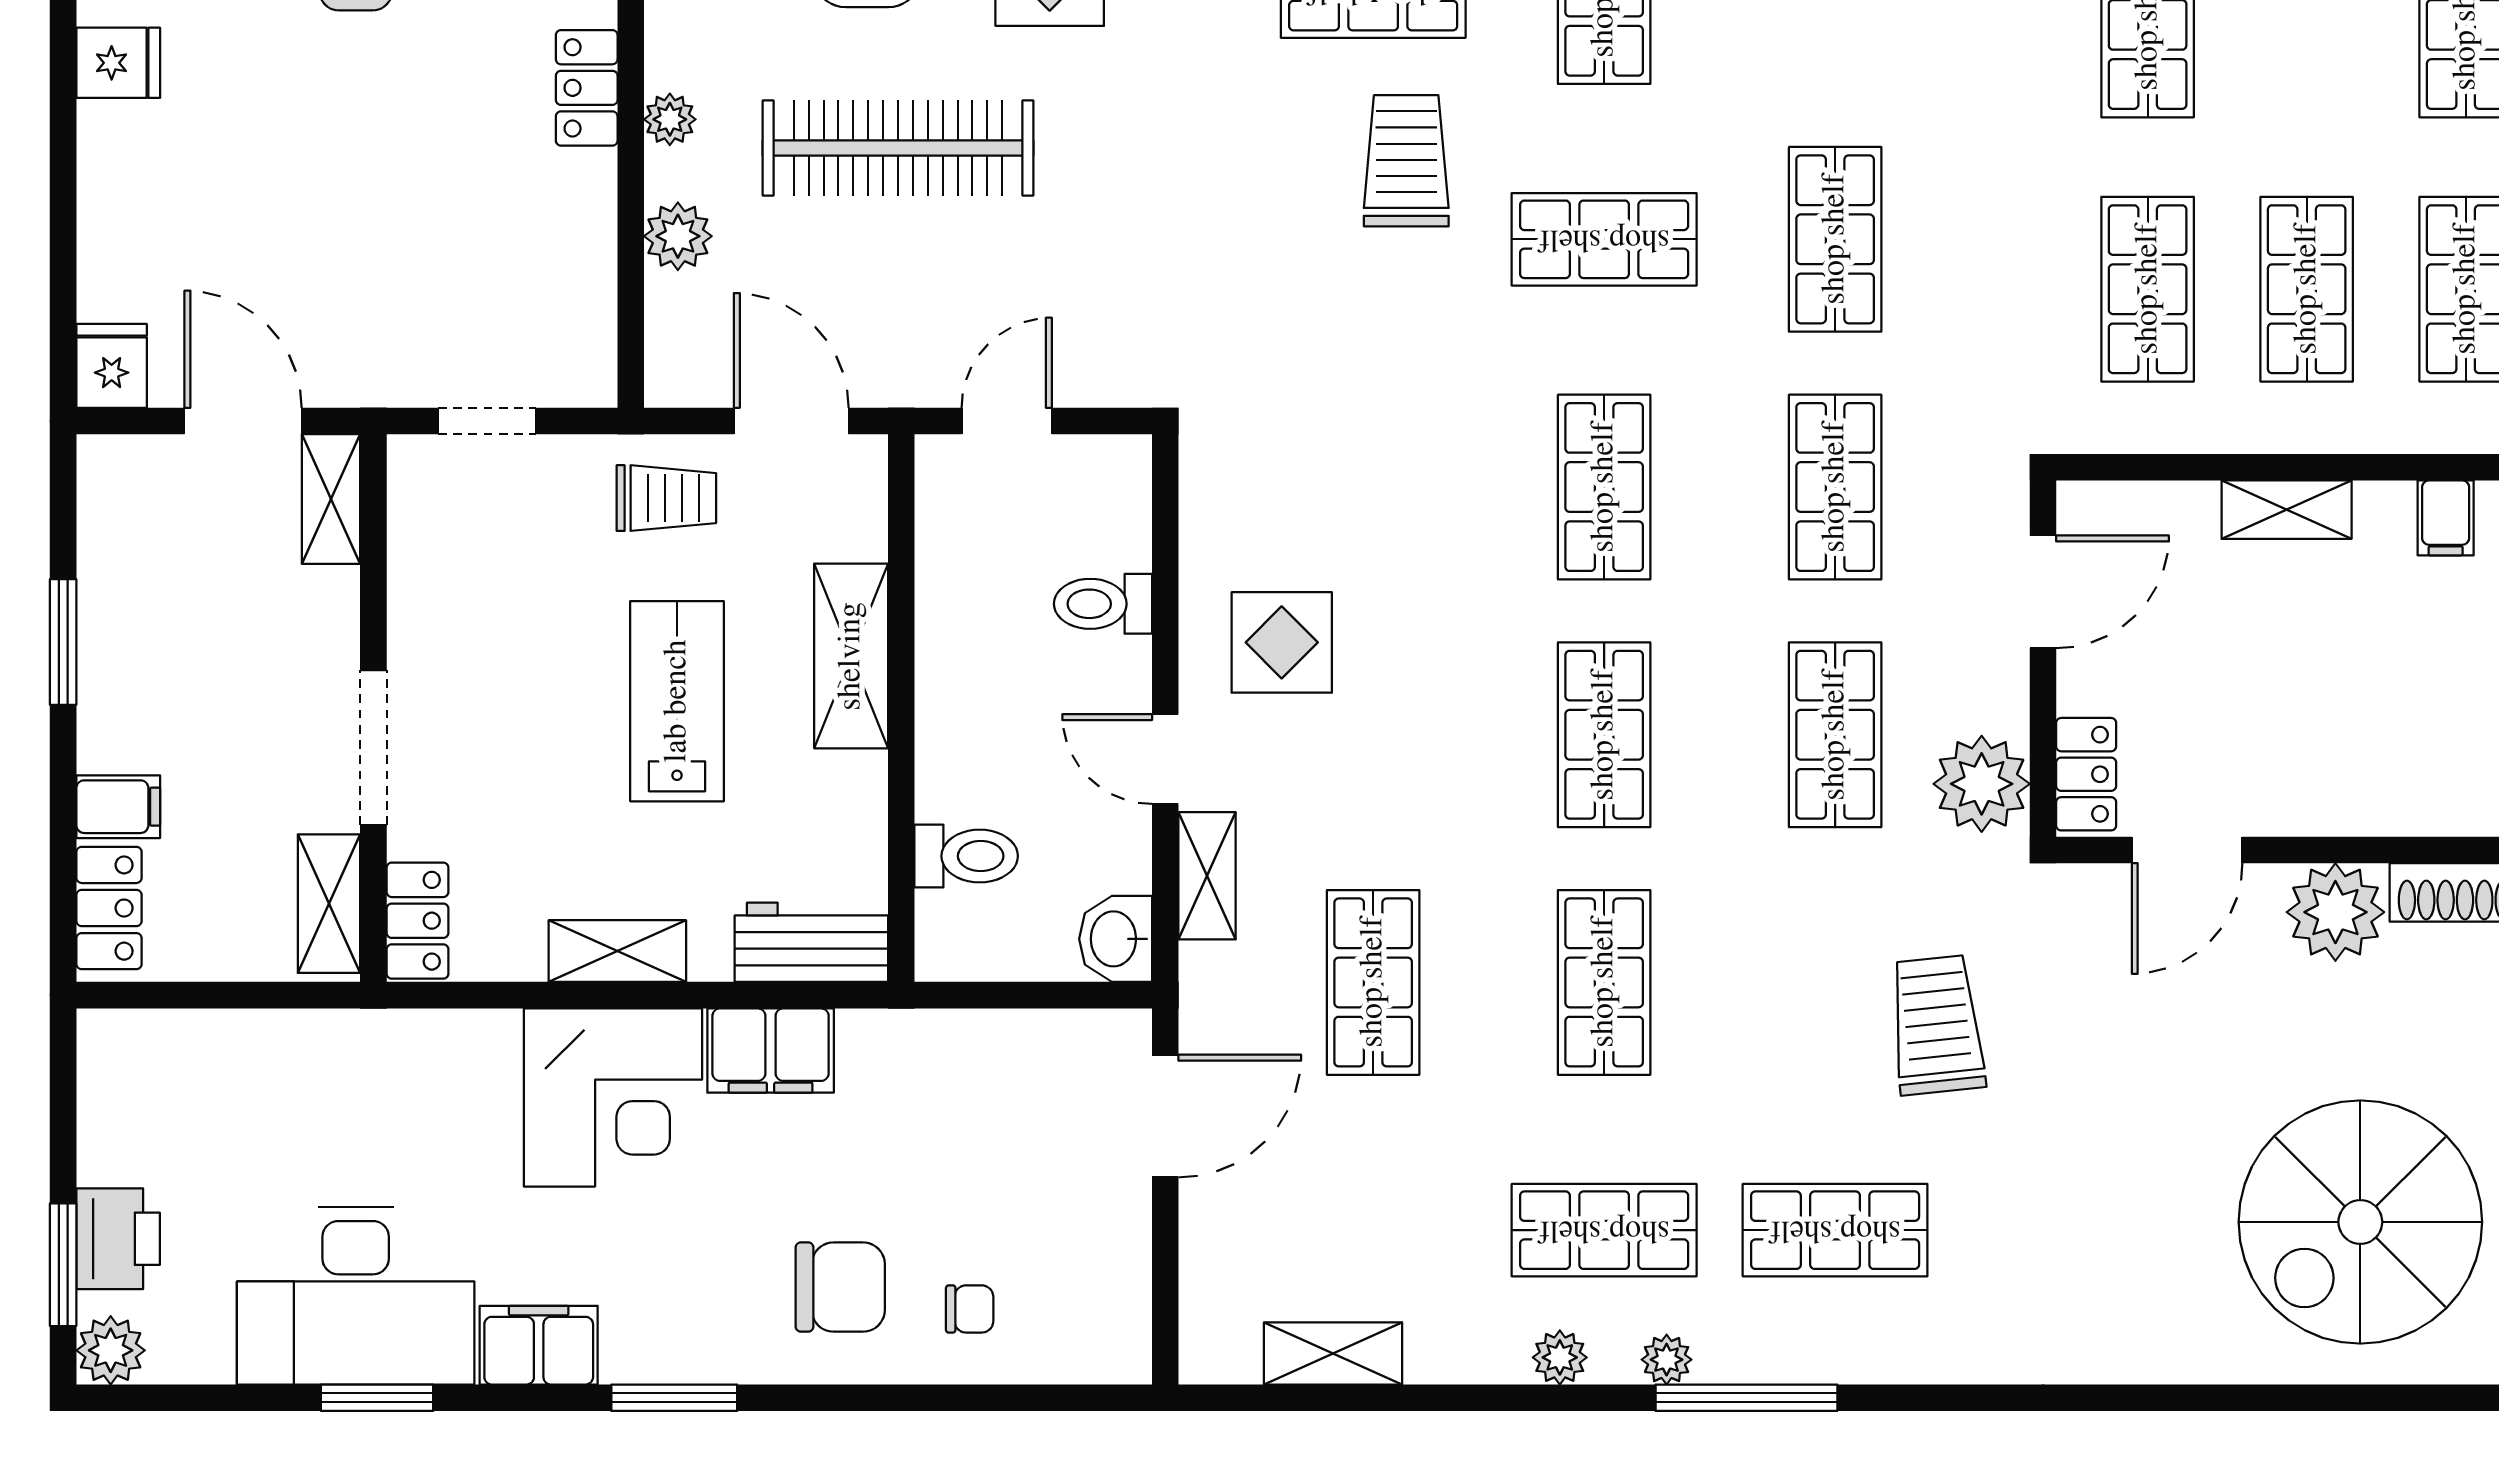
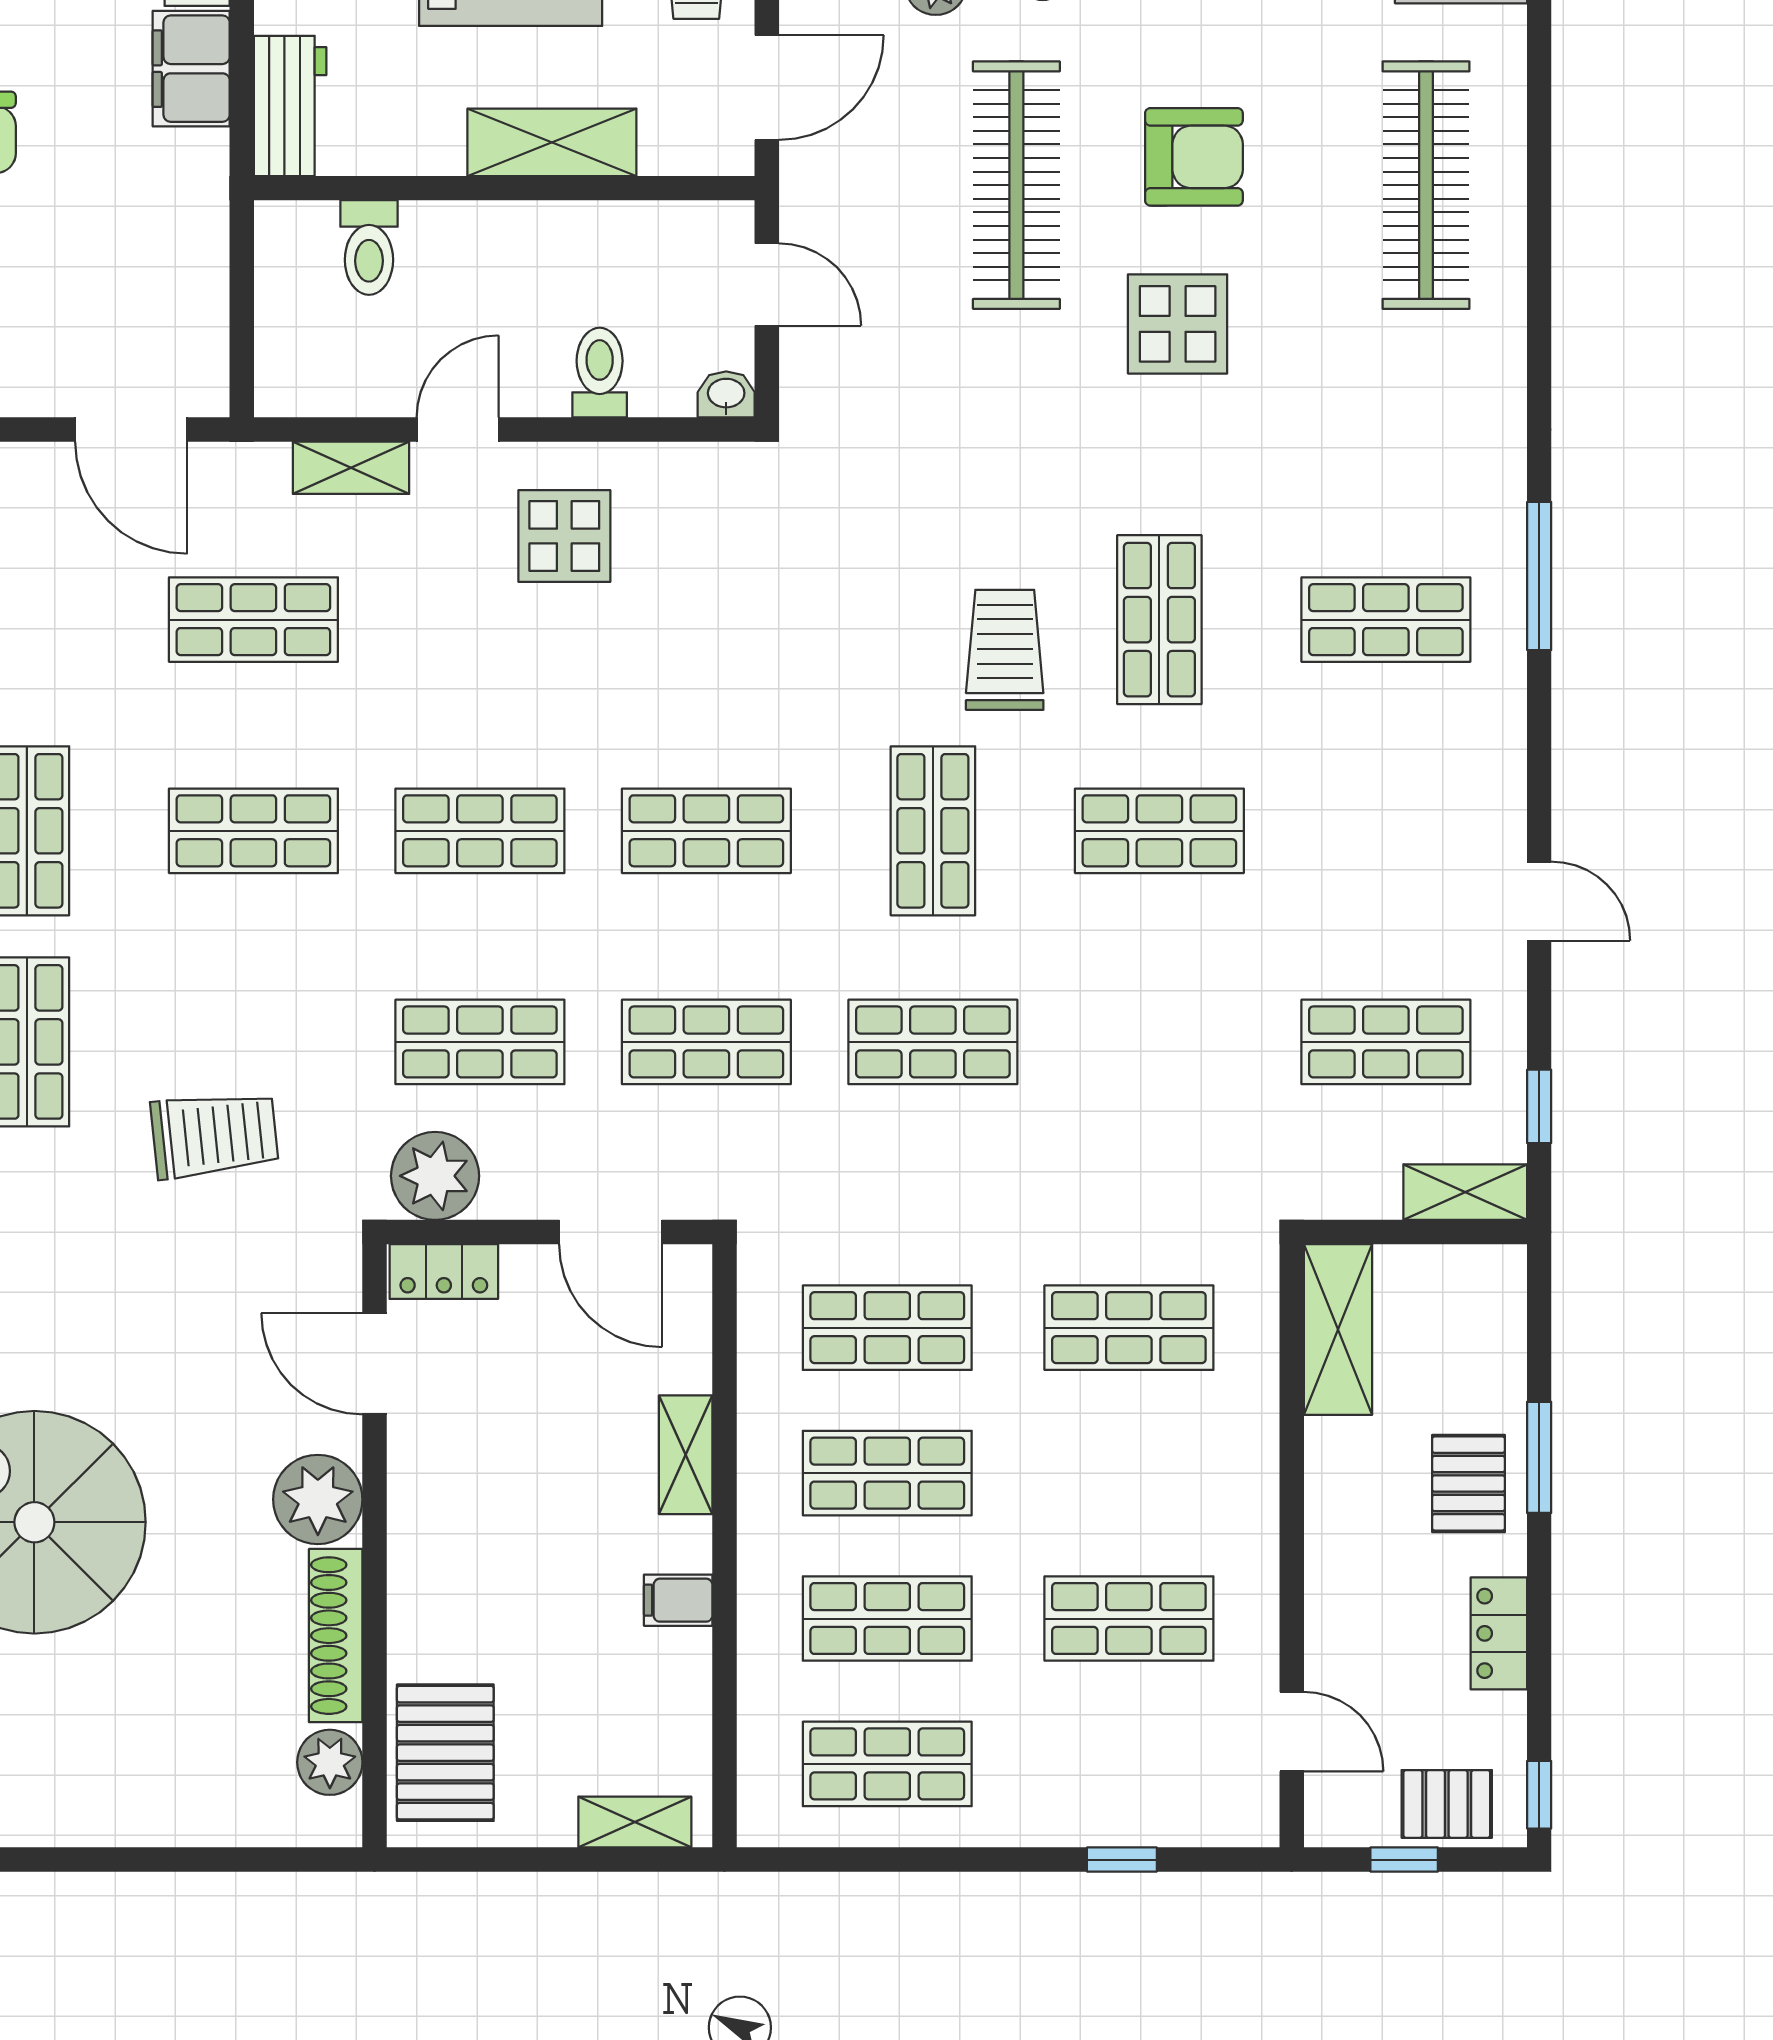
trolley: (1406, 161) -> (1005, 650), turned -90
washbasin: (1116, 939) -> (726, 394), moved, width x0.72, depth x0.69

